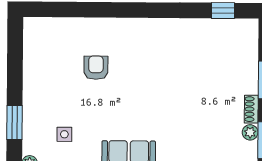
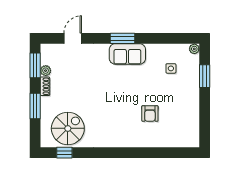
spiral stairs: (218, 46) -> (68, 128), added

